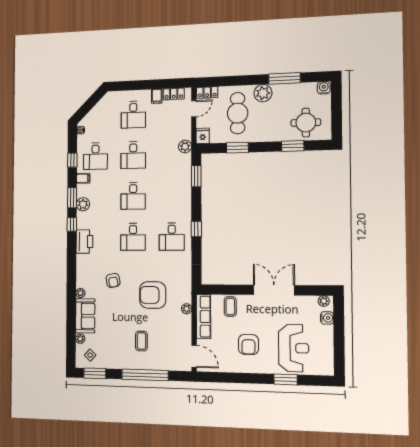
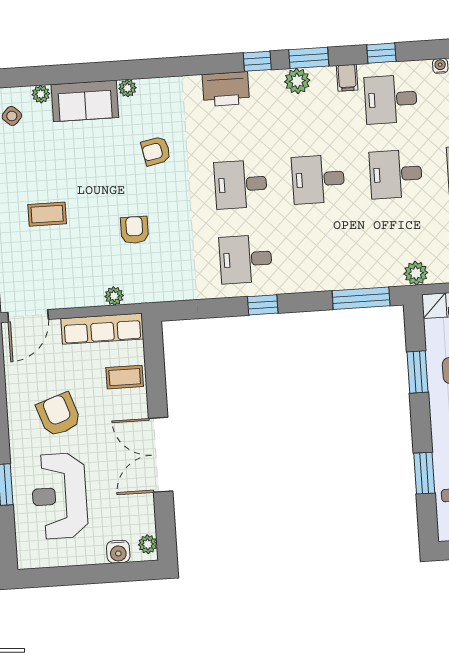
window: (196, 176) -> (361, 298), width x1.44
double door: (274, 290) -> (161, 455), swing flipped
armchair: (153, 295) -> (134, 230), width x0.53, depth x0.53
armchair: (248, 344) -> (59, 415), turned 71
reception desk: (294, 348) -> (59, 496), turned 90

